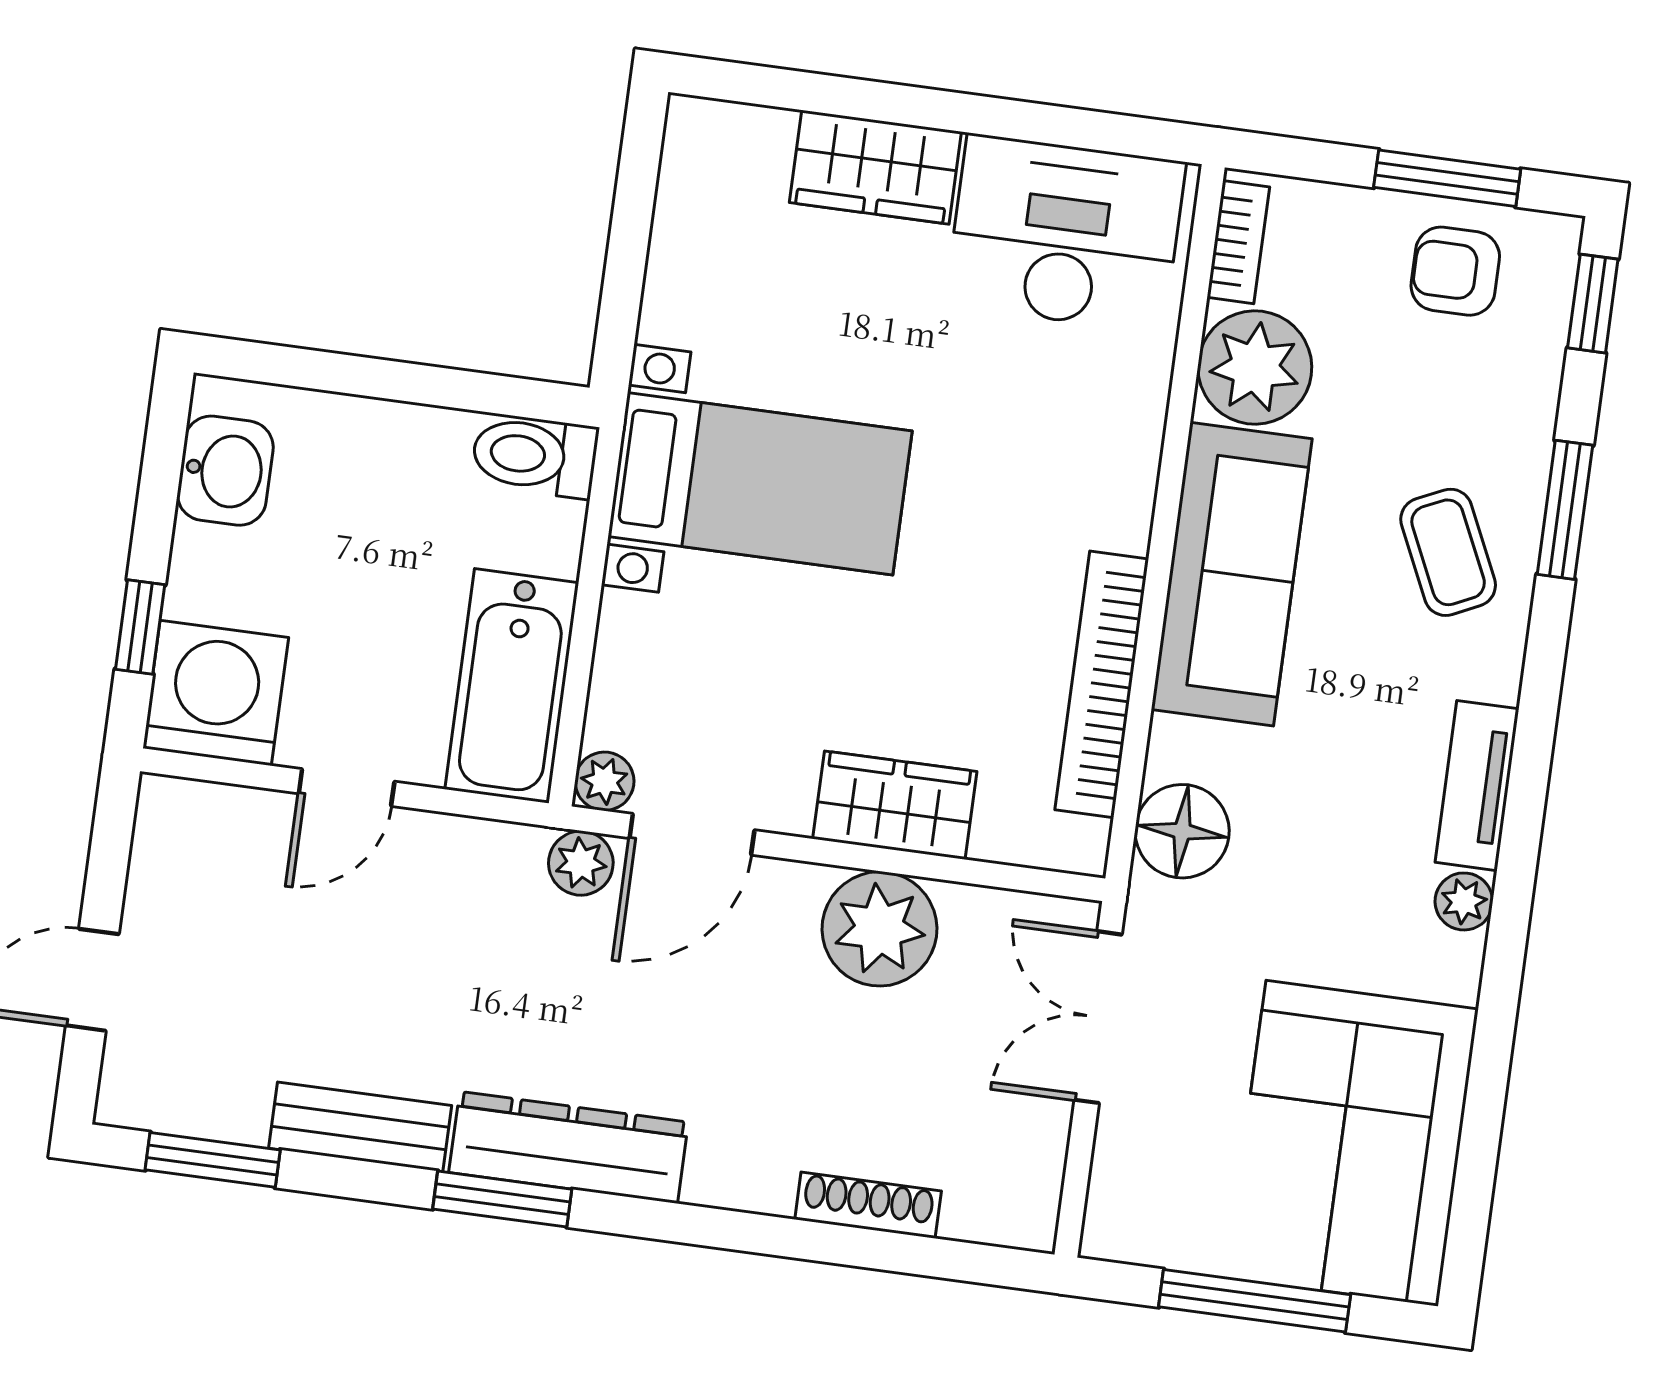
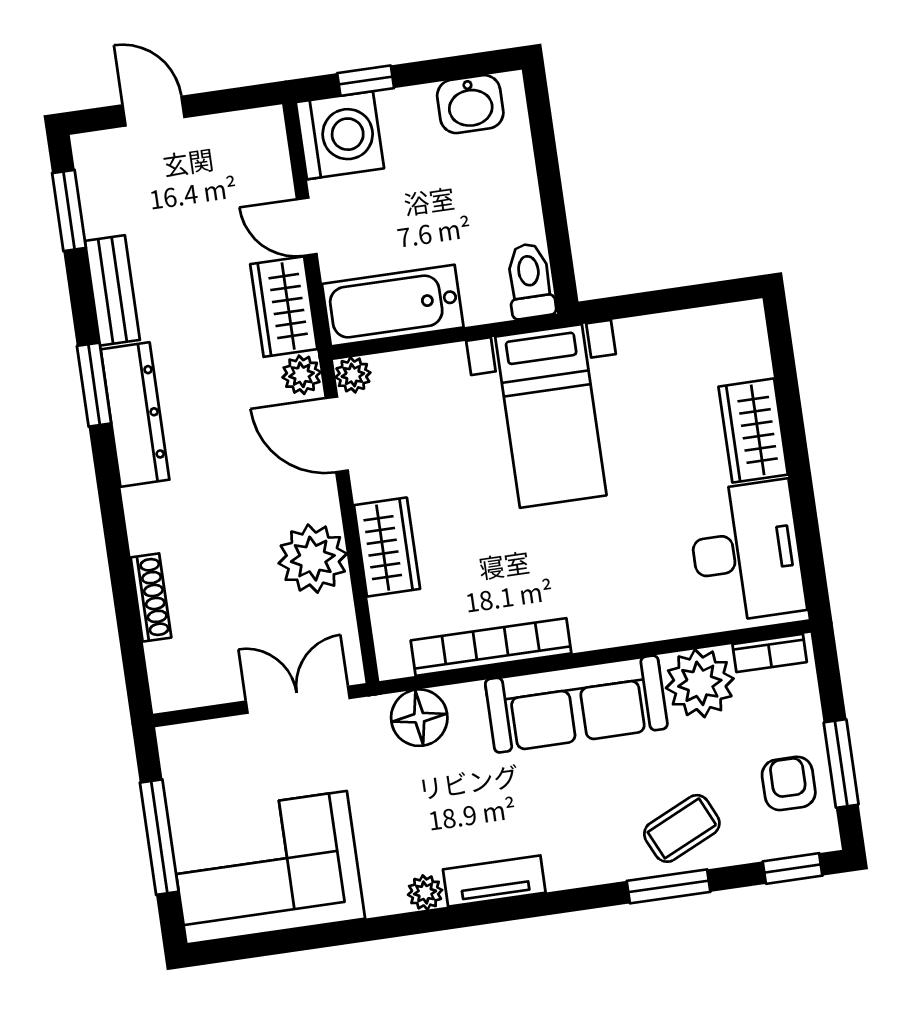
coffee table: (1448, 552) -> (682, 828), moved
wardrobe: (464, 860) -> (284, 307), added

